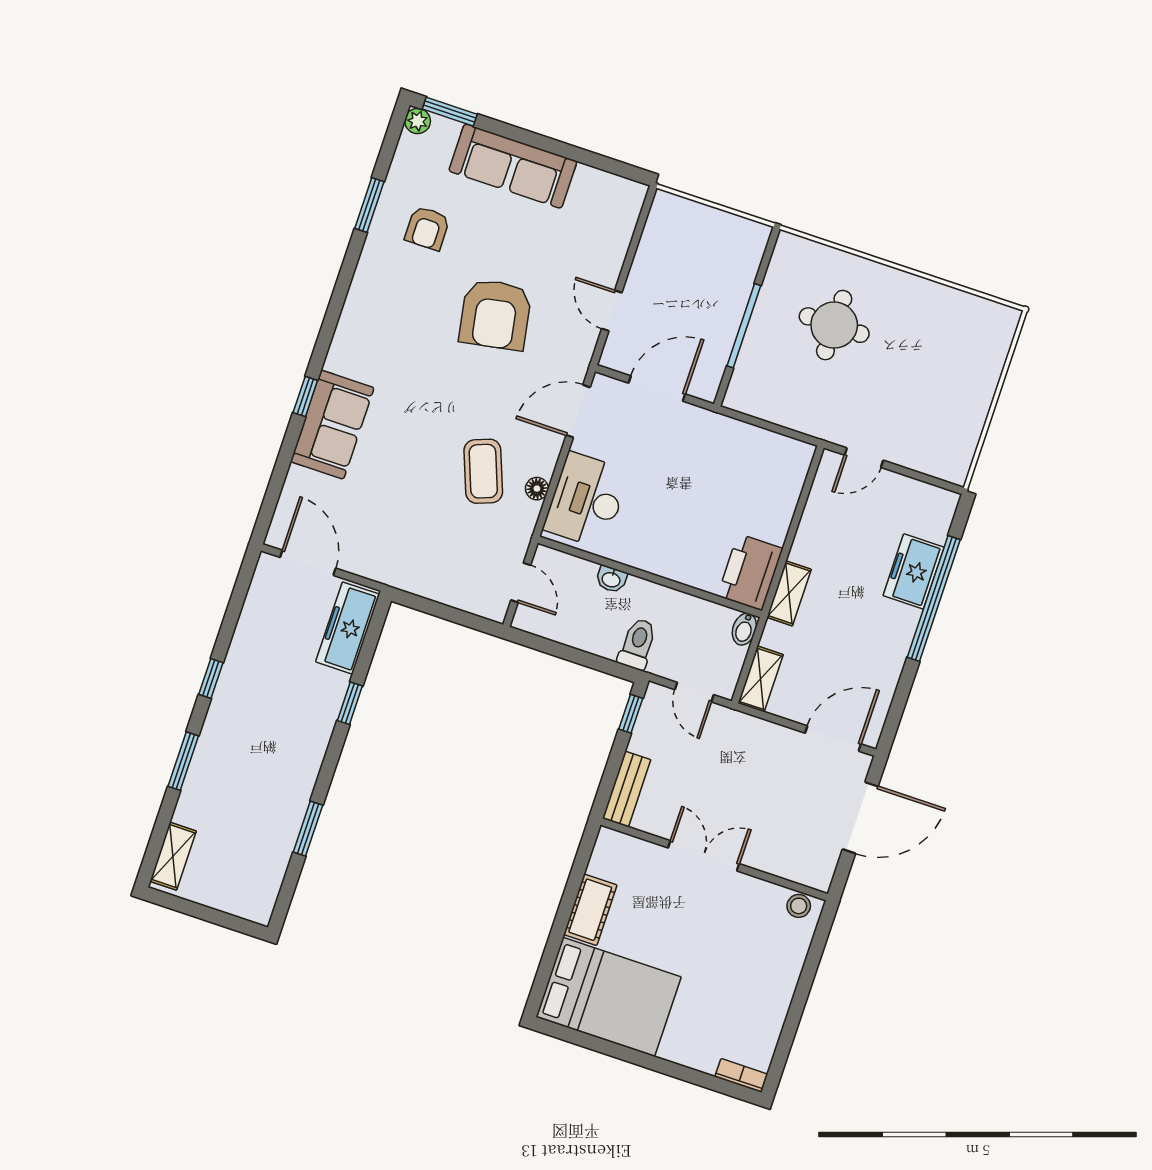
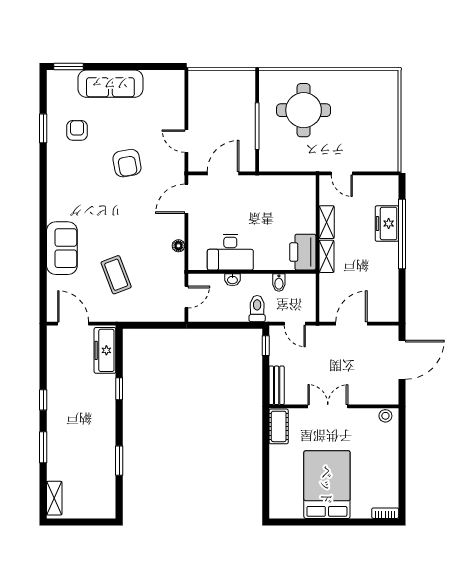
plant: (418, 121) -> (54, 77), removed
armchair: (427, 228) -> (77, 130), turned 180
armchair: (495, 314) -> (127, 163), width x0.73, depth x0.73
round table: (834, 325) -> (304, 110), width x1.36, depth x1.36
window: (305, 396) -> (43, 238), removed
door: (864, 458) -> (342, 173), hinge flipped
coffee table: (483, 471) -> (116, 275), moved
desk: (586, 500) -> (230, 252), moved, turned -90
door: (521, 583) -> (186, 297), hinge flipped
bidet: (744, 629) -> (279, 282), moved
shelving: (761, 679) -> (327, 222), moved
door: (833, 738) -> (351, 324), moved
cot: (590, 910) -> (279, 426), moved
bed: (609, 997) -> (327, 485), moved, turned -90

